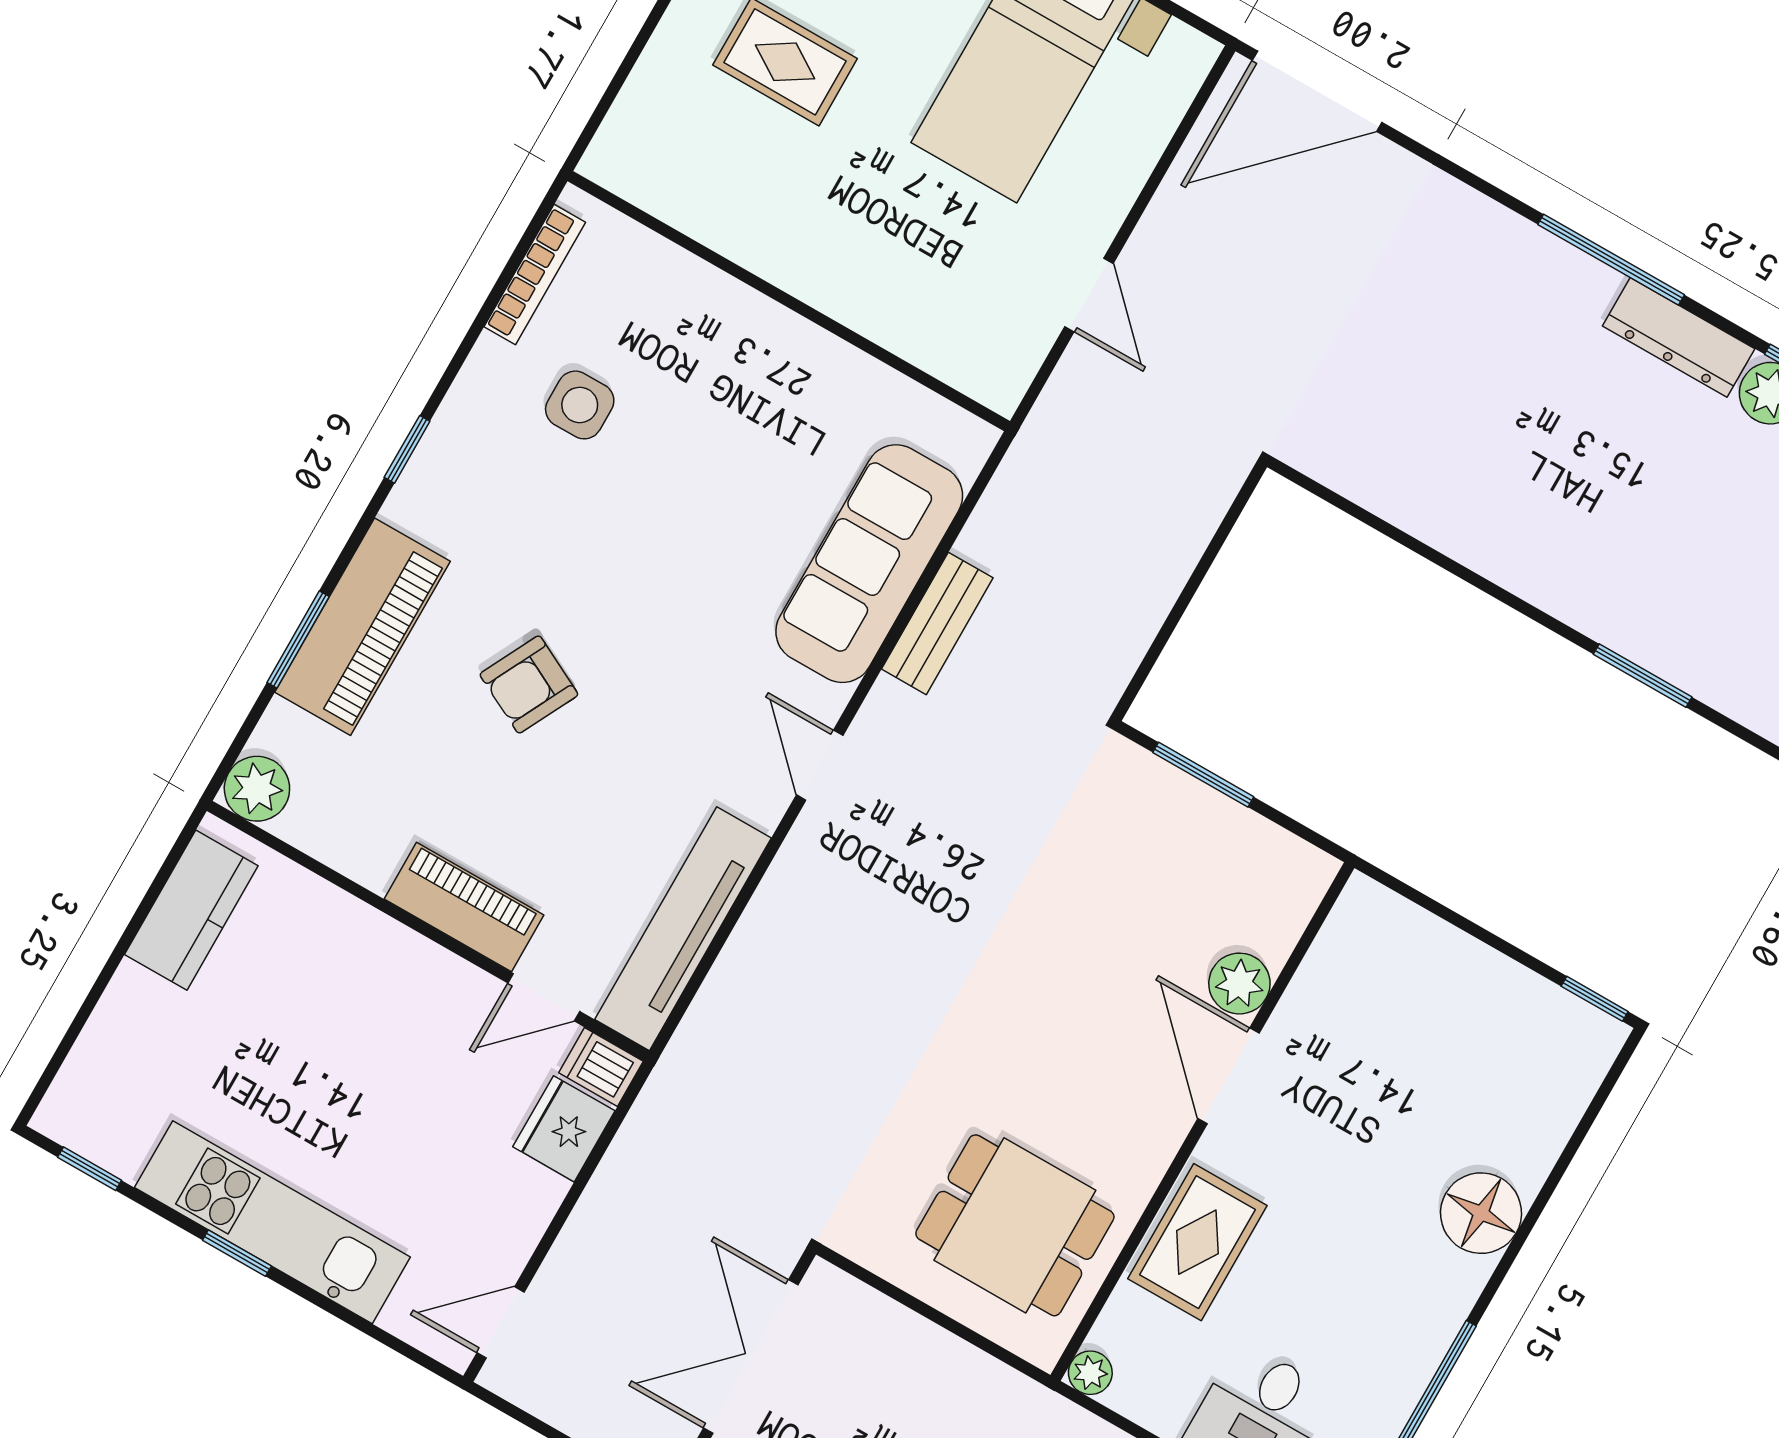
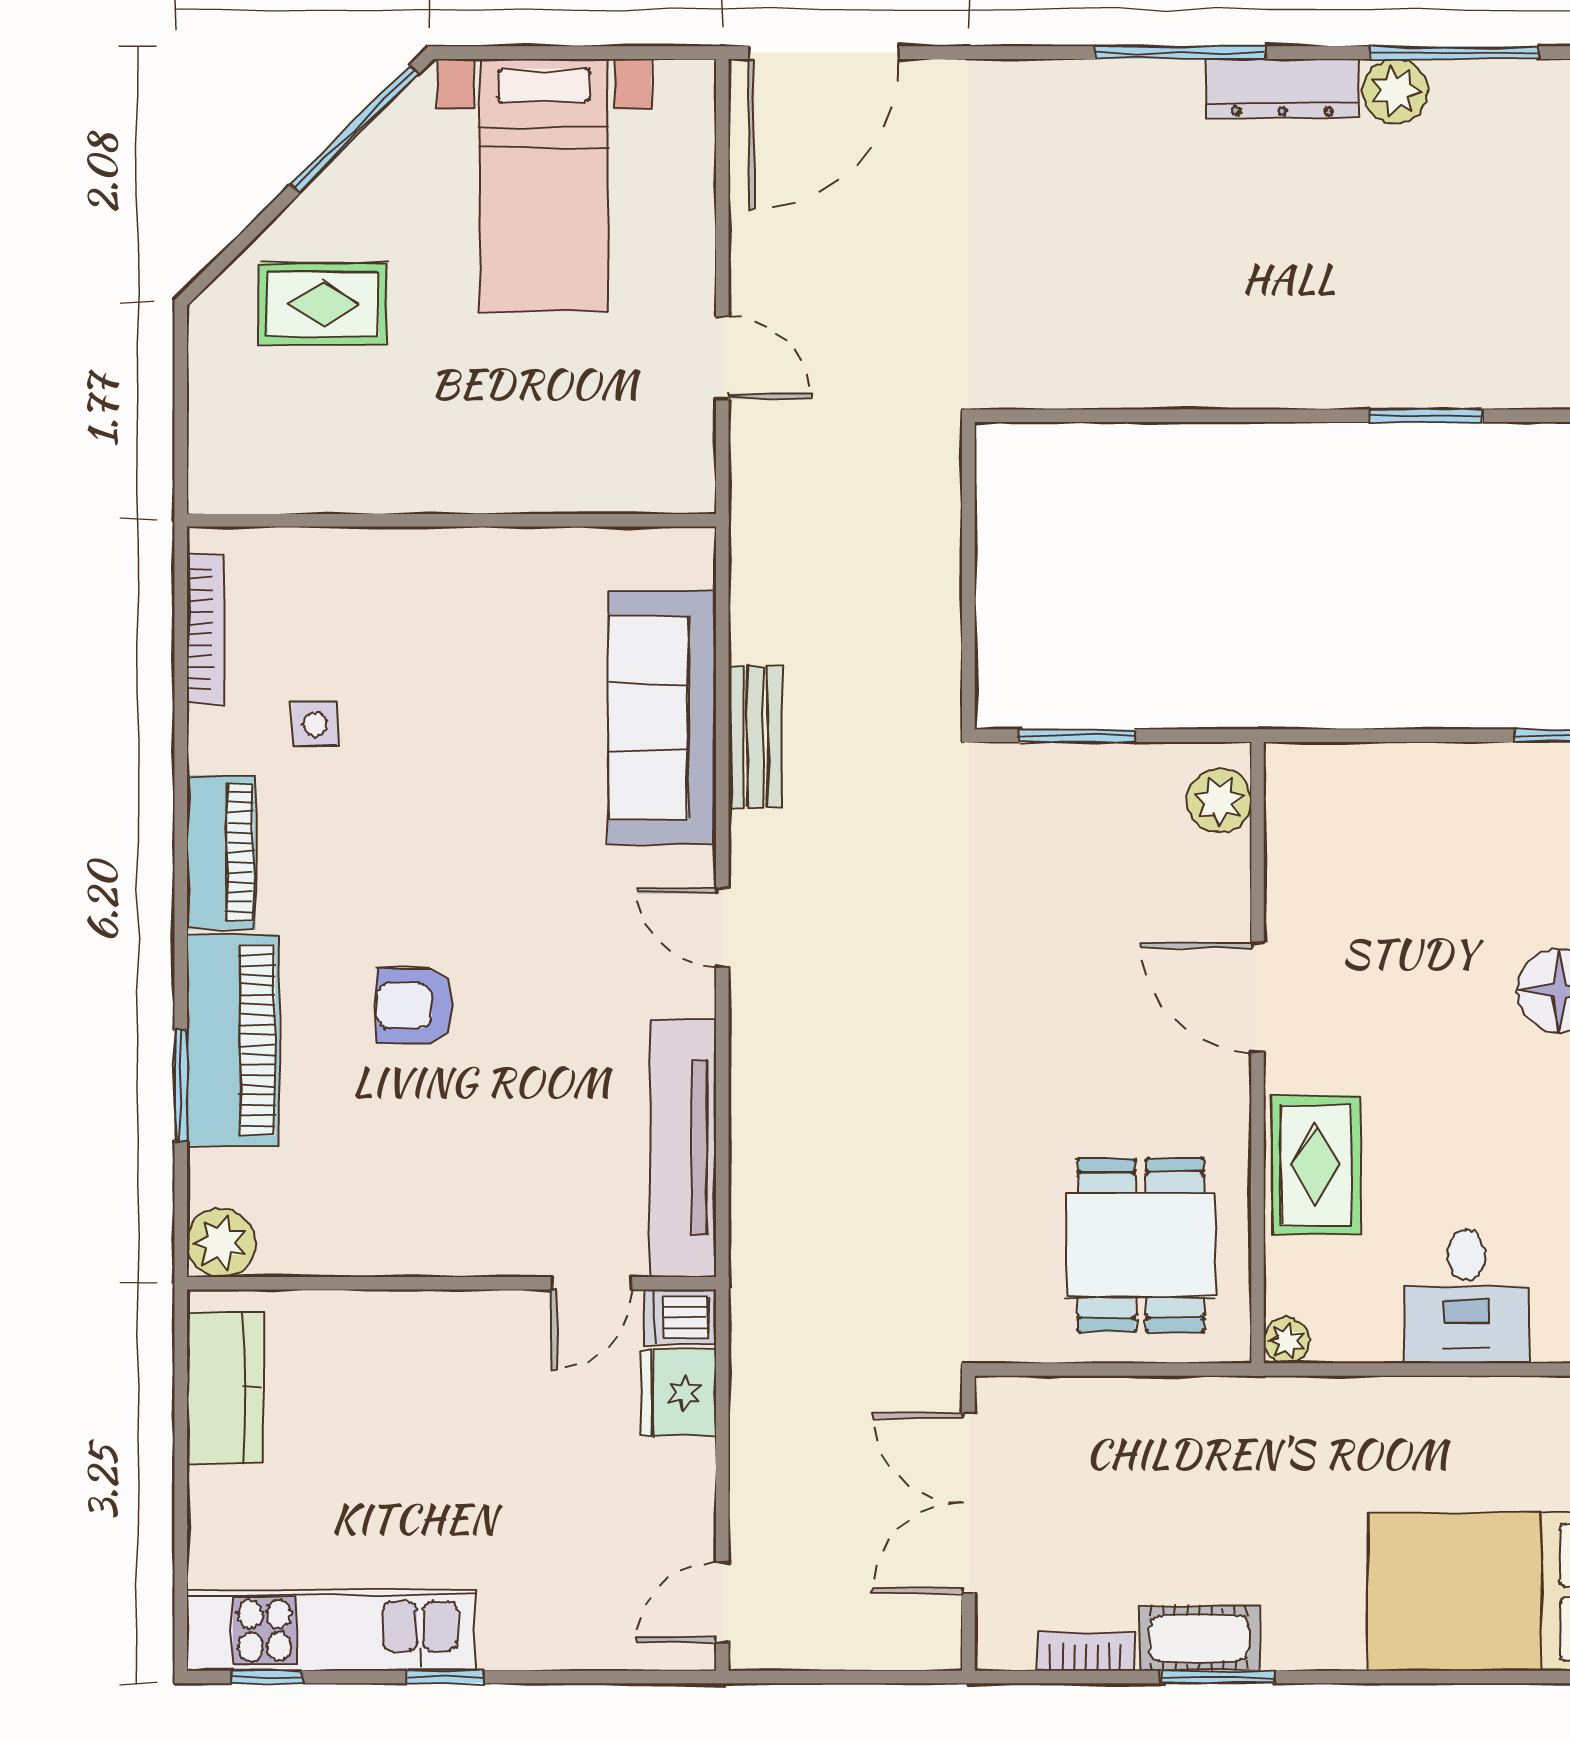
side table: (580, 405) -> (315, 724), width x0.73, depth x0.73
window: (407, 449) -> (181, 855), removed
armchair: (529, 685) -> (415, 1006), turned 63
piano: (464, 907) -> (221, 852), moved, turned 90
plant: (1239, 984) -> (1219, 800), moved
kitchen unit: (272, 1222) -> (331, 1630), moved
dining table: (1015, 1225) -> (1141, 1245), turned 90

